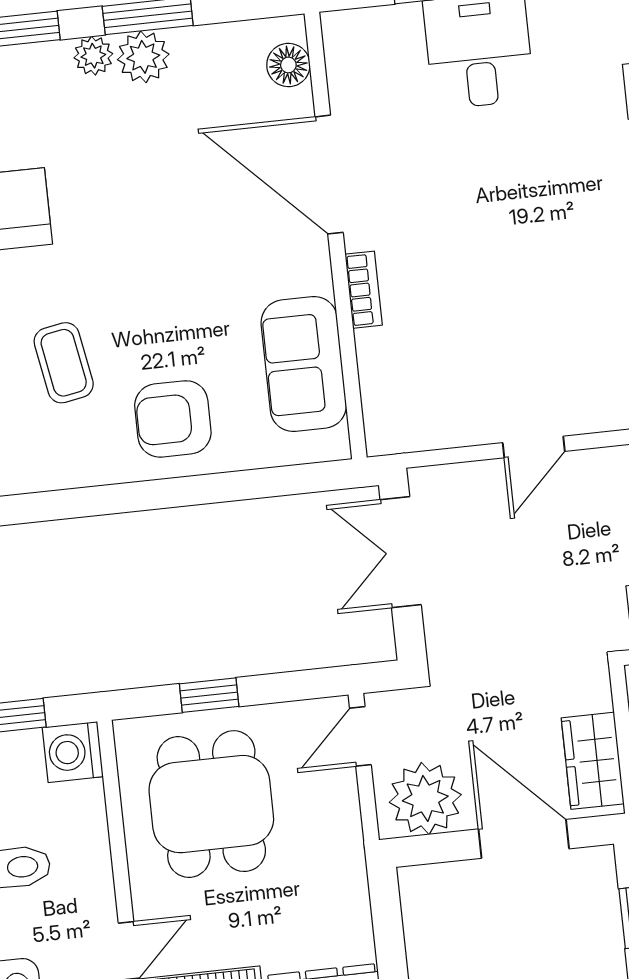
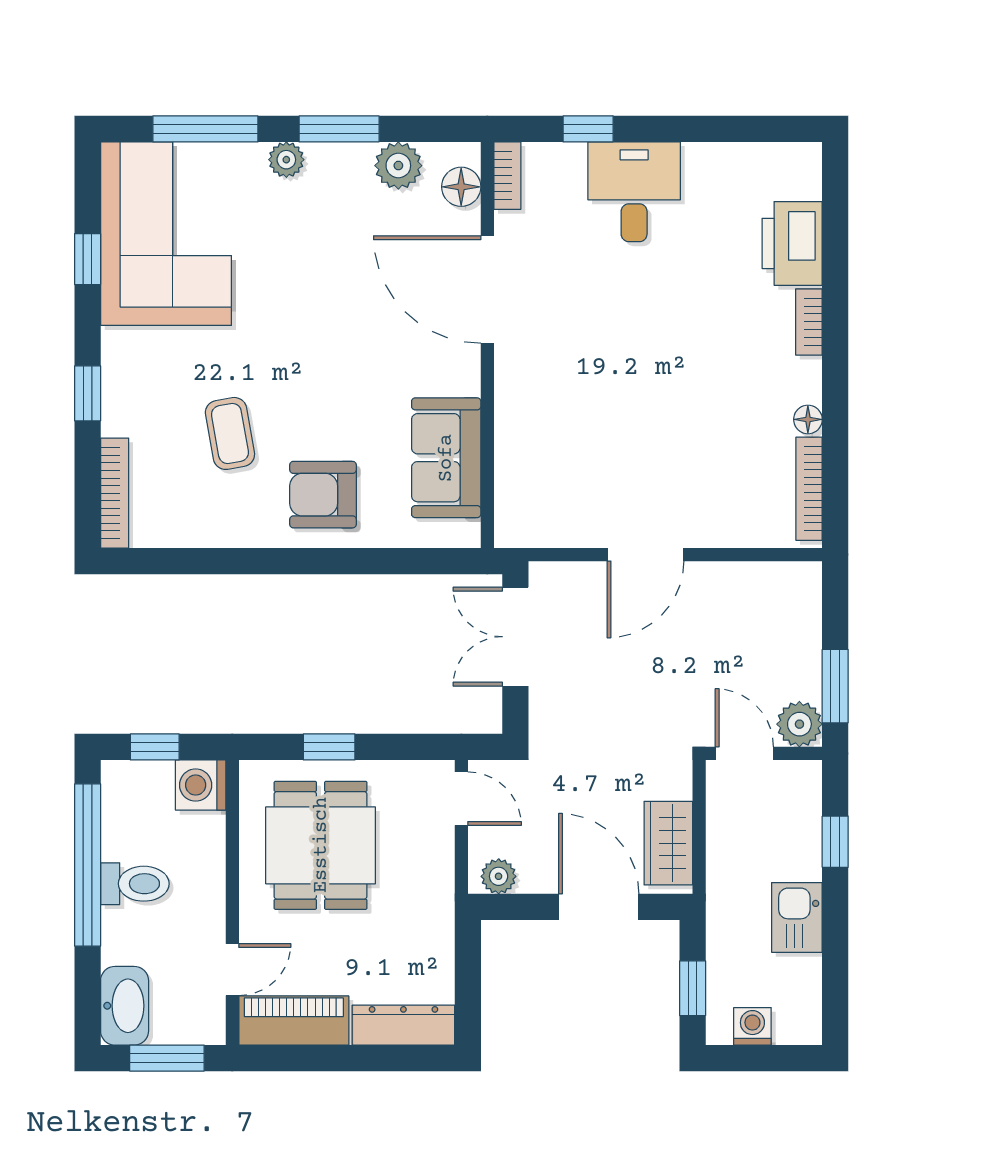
plant: (143, 57) -> (398, 166), moved
bookcase: (364, 290) -> (507, 176), moved
door: (534, 447) -> (645, 555), width x1.38
door: (360, 736) -> (461, 799), swing flipped
plant: (425, 798) -> (499, 876), width x0.53, depth x0.53

